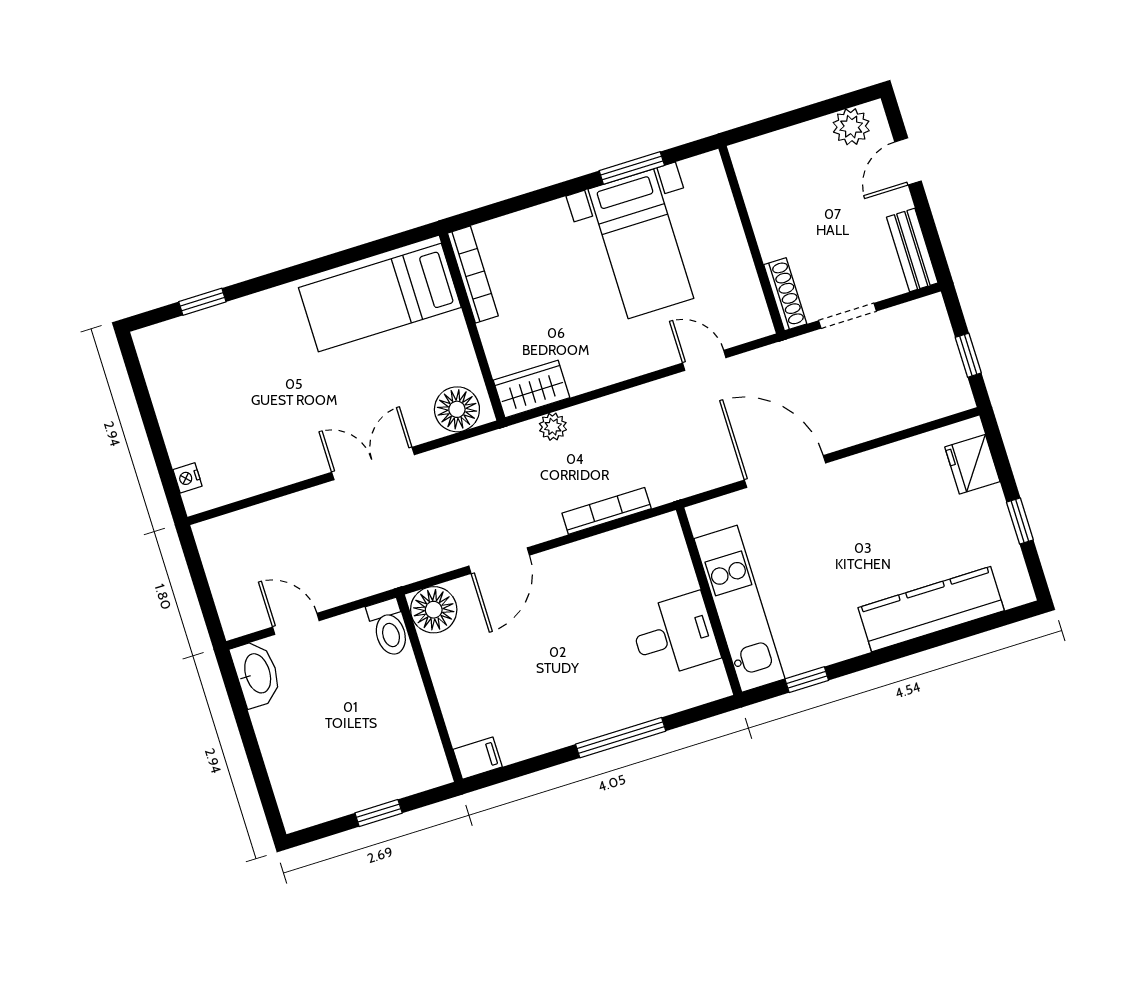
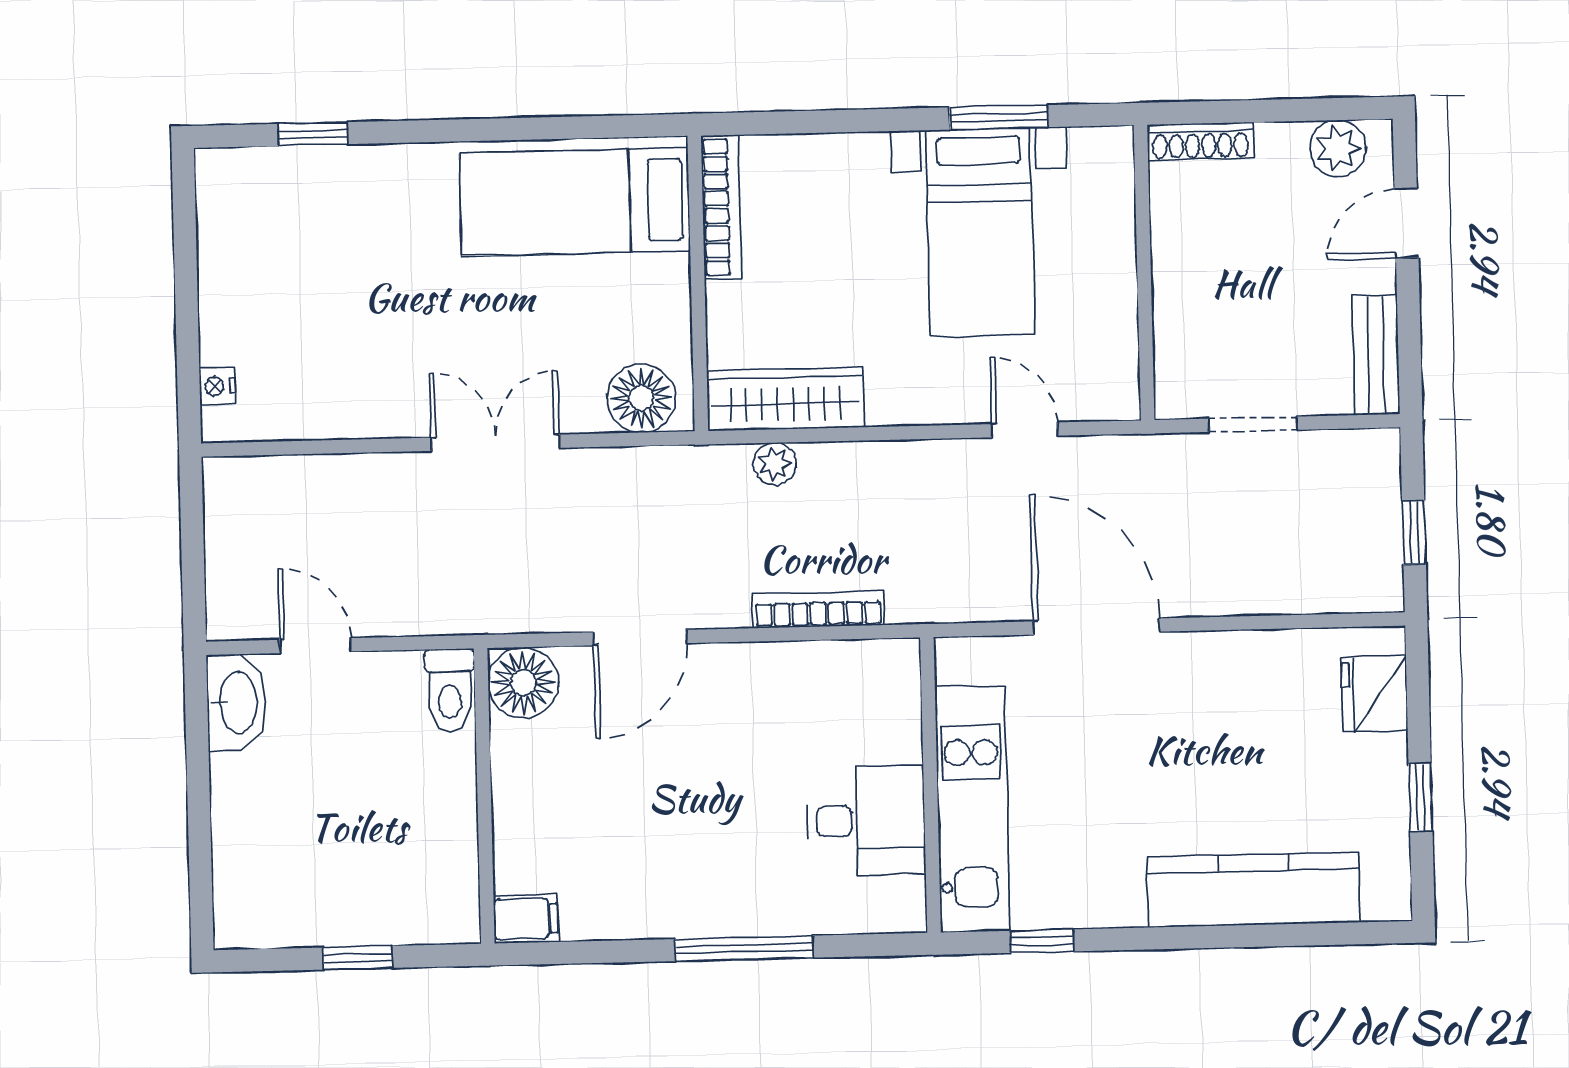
shoe rack: (785, 294) -> (1201, 141), moved, turned 90
wardrobe: (532, 389) -> (785, 399), width x1.50

